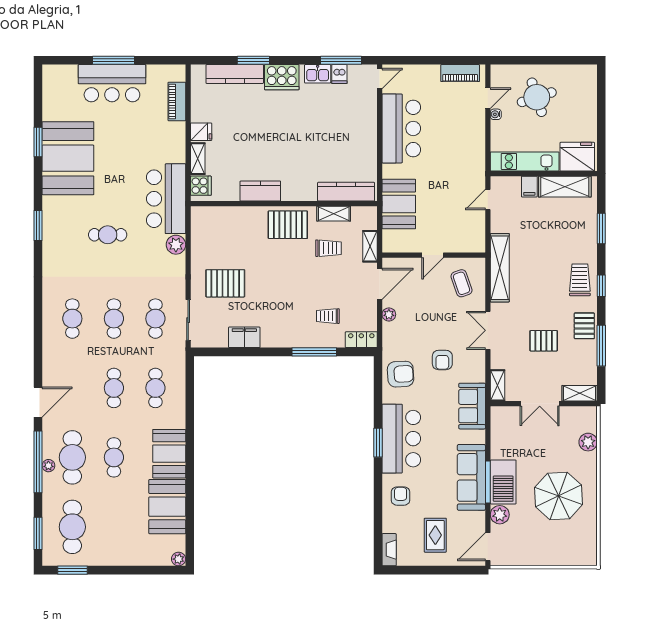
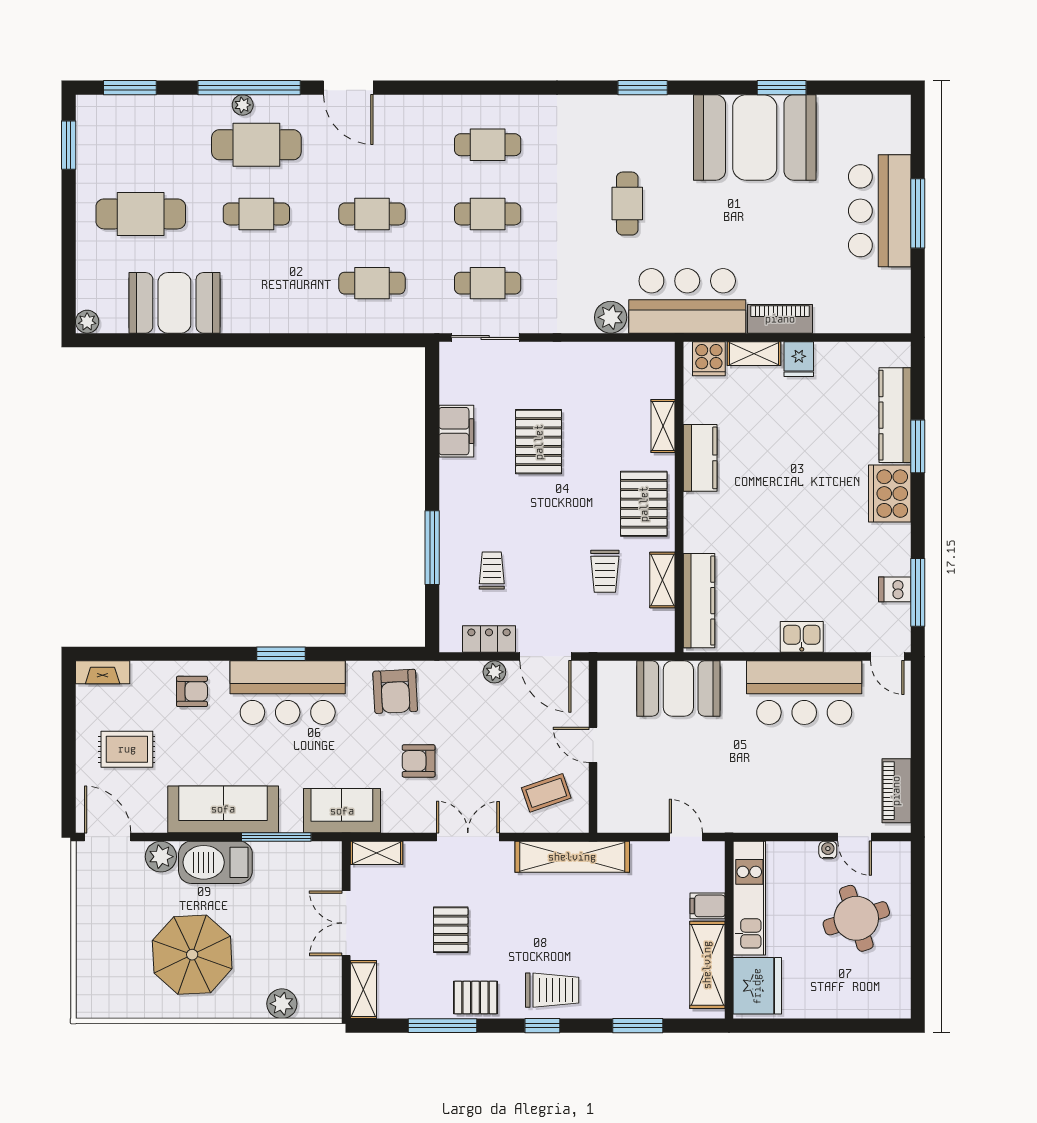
kitchen sink: (318, 74) -> (802, 637), moved, turned 90
piano: (177, 101) -> (780, 319), moved
shelving: (370, 246) -> (663, 426), moved, turned 90
pallet: (225, 283) -> (539, 442), moved
locker: (361, 340) -> (489, 639), moved, turned -90
booth: (169, 454) -> (263, 306), removed
window: (488, 482) -> (276, 837), moved
cafe table: (72, 527) -> (141, 214), moved

